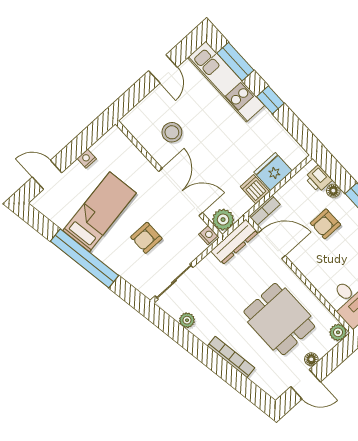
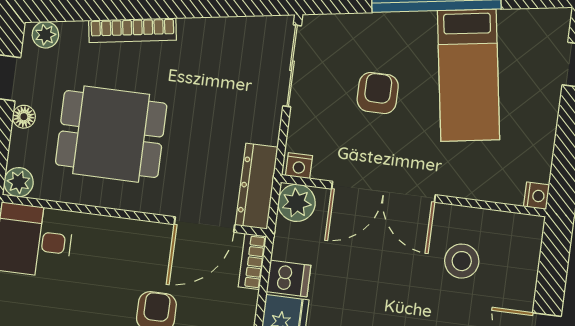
nightstand: (87, 159) -> (537, 196), moved
plant: (187, 320) -> (45, 35), moved

